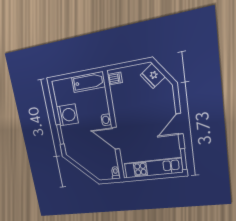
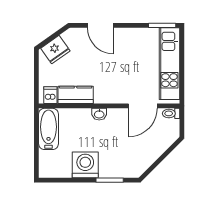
kitchen counter: (118, 99) -> (76, 95), added
door: (179, 124) -> (100, 25), moved
door: (116, 138) -> (143, 106), moved

